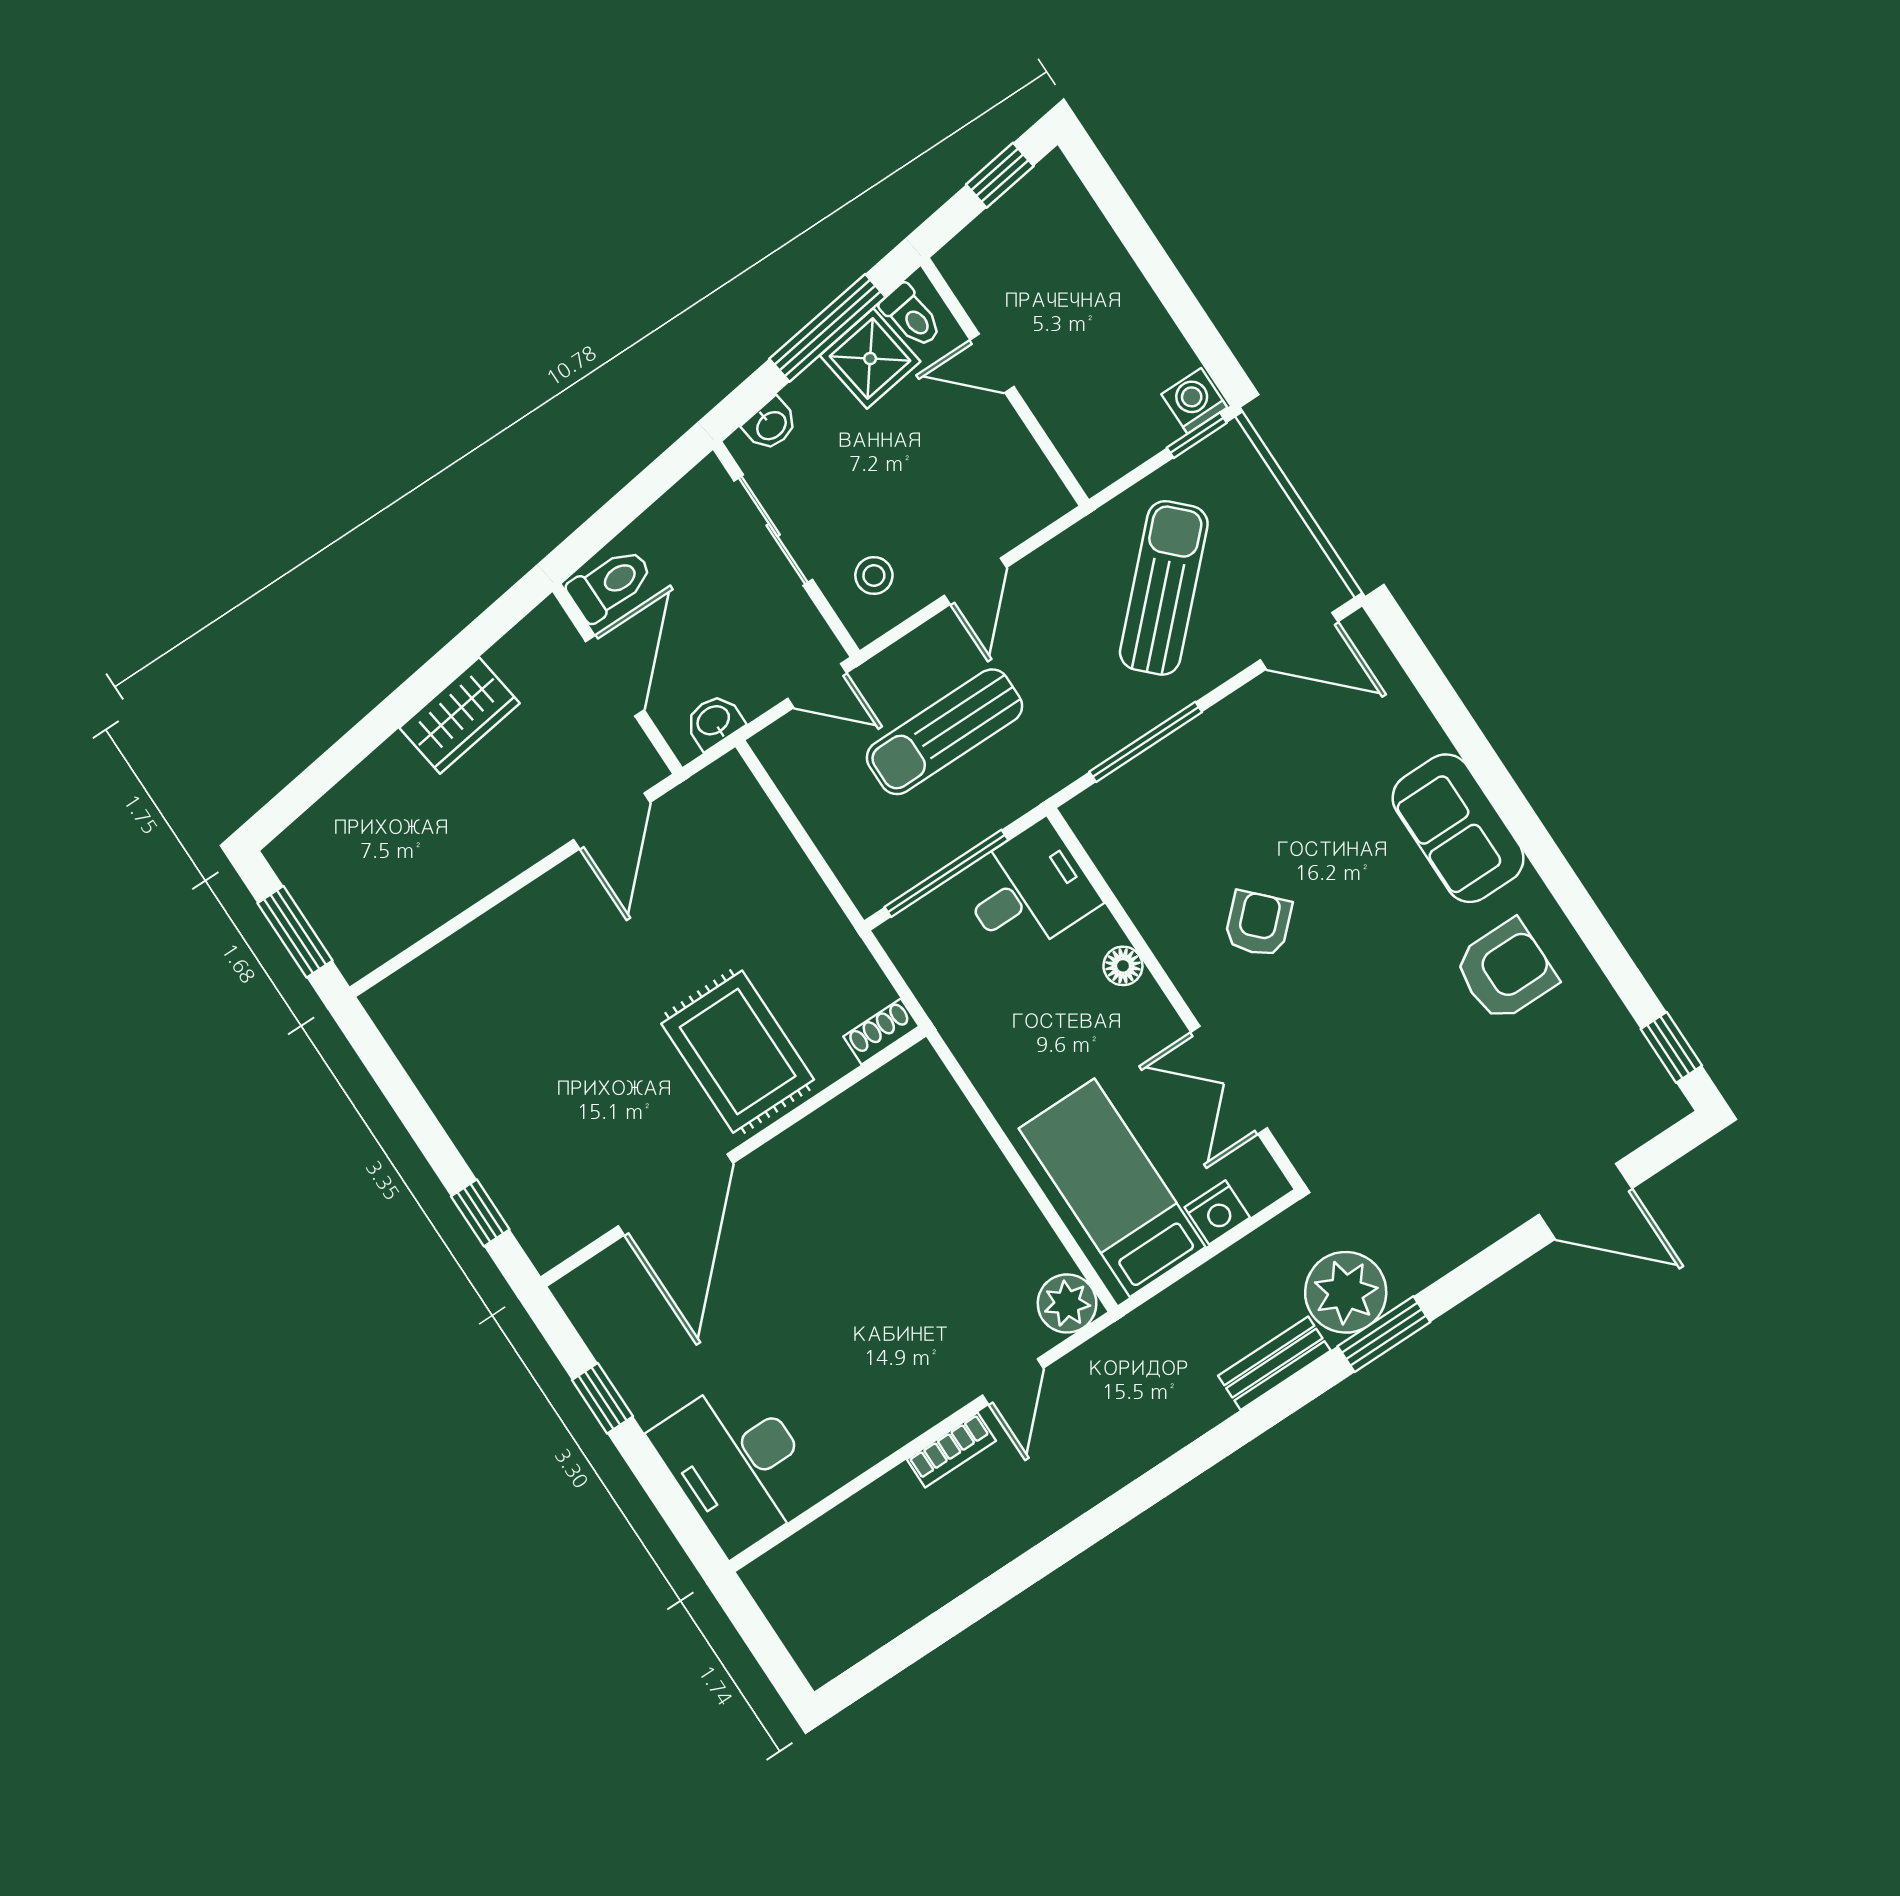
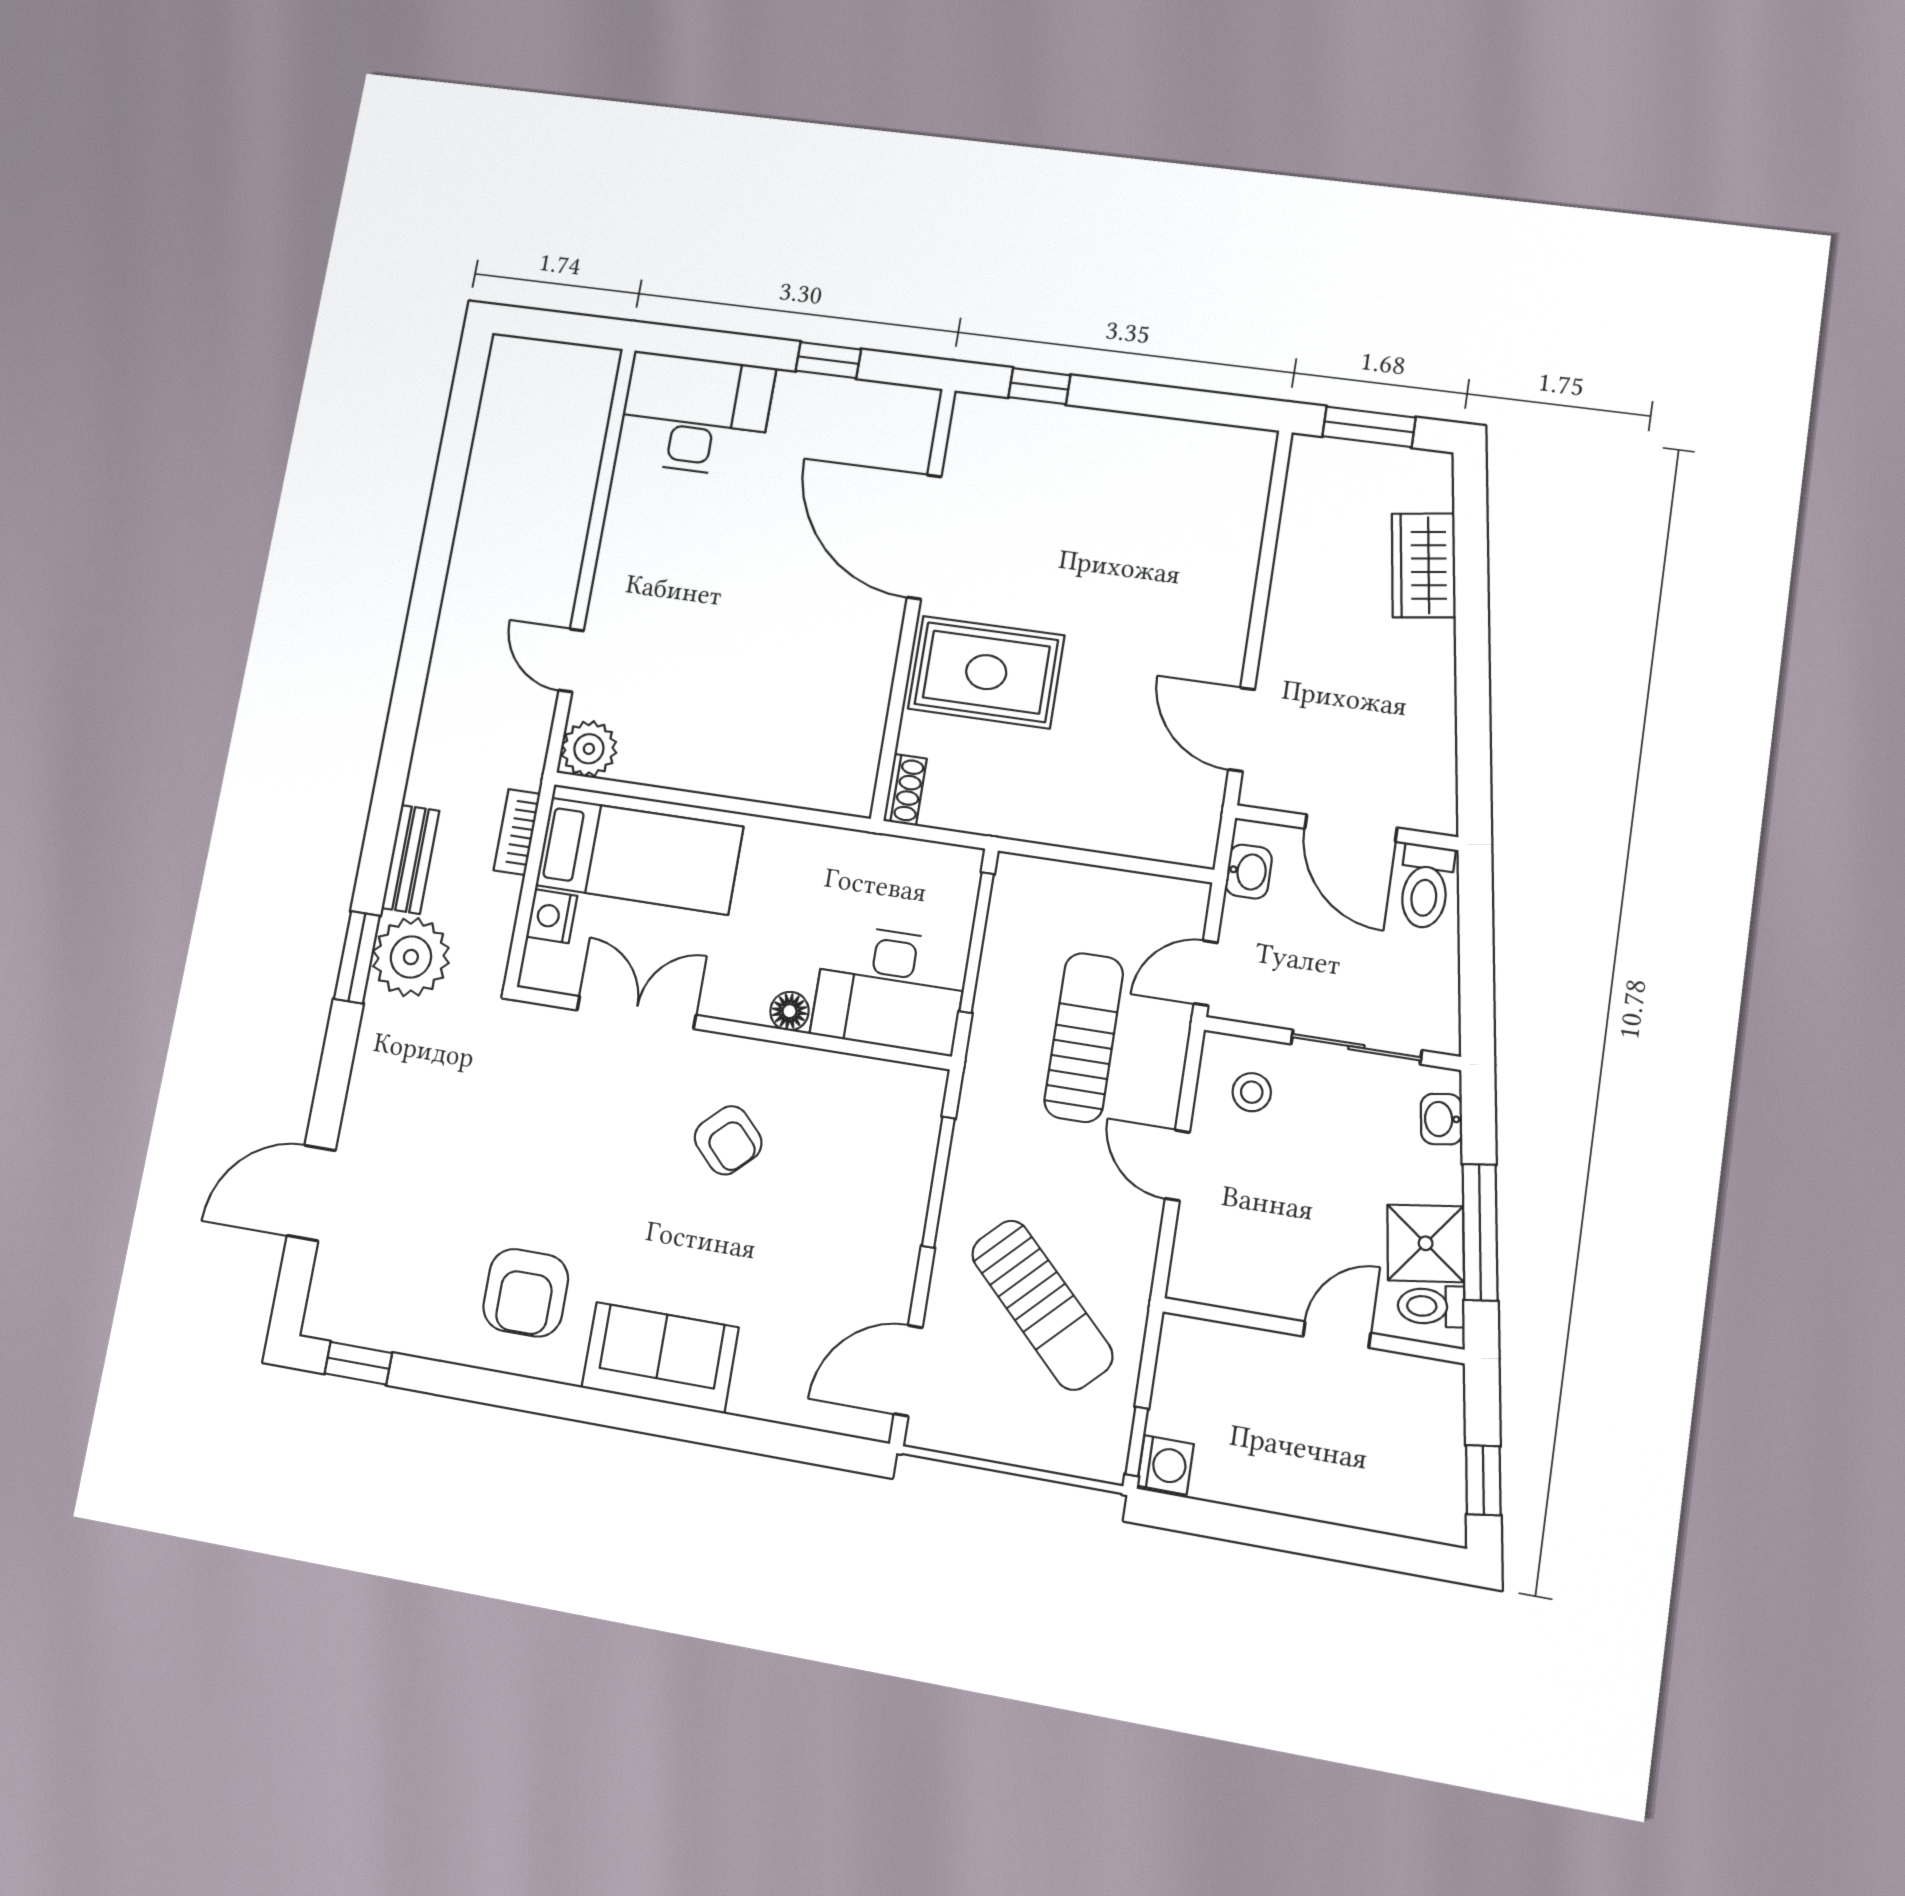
wardrobe: (460, 715) -> (1424, 565), moved
desk: (1028, 890) -> (890, 989), width x1.37
bookcase: (951, 1450) -> (517, 832), moved

